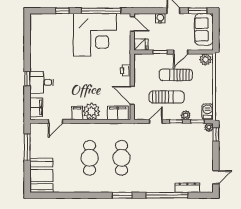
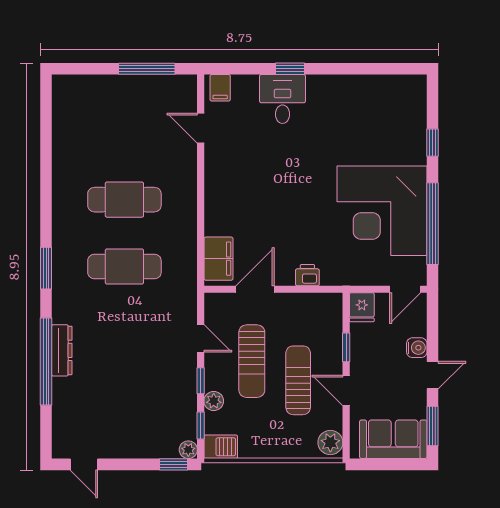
filing cabinet: (36, 107) -> (220, 88), width x0.50
plant: (92, 111) -> (222, 204), removed
filing cabinet: (77, 113) -> (218, 173), removed
booth: (41, 175) -> (88, 98), removed
dresser: (187, 188) -> (62, 350), moved

